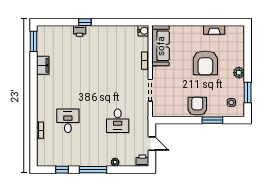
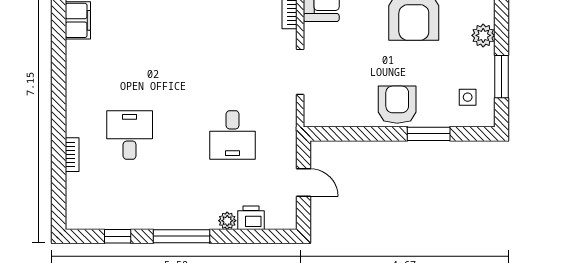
printer: (142, 161) -> (251, 218), moved

